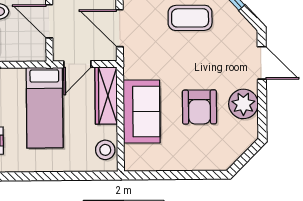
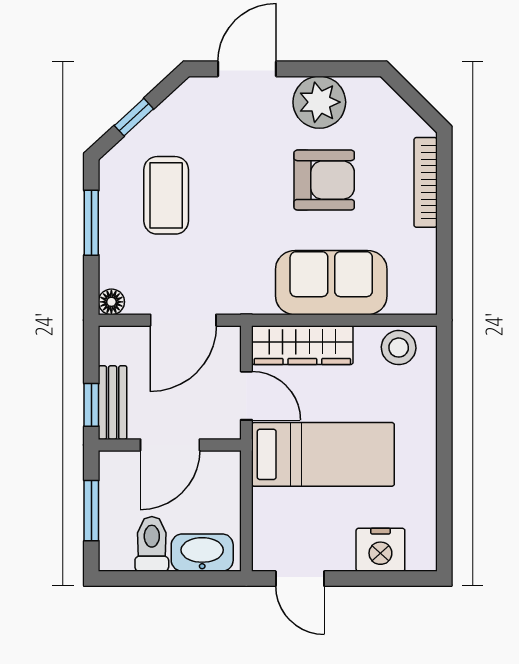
bookcase: (199, 164) -> (426, 182), added

